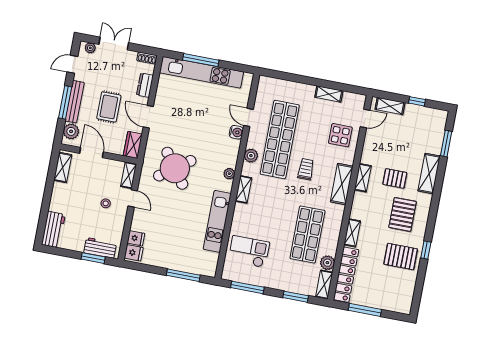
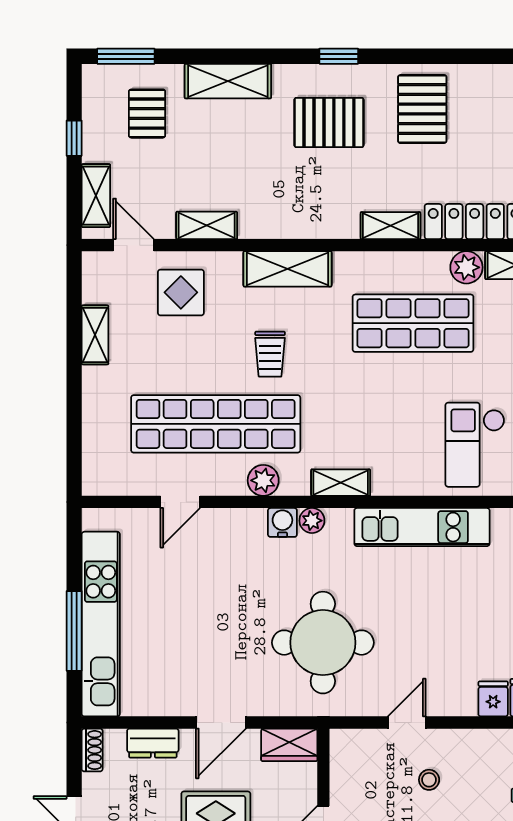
water cooler: (236, 132) -> (282, 522), moved
window: (446, 144) -> (126, 56), moved
round table: (175, 168) -> (323, 643), turned 36
trolley: (306, 169) -> (270, 354), turned -90
shelving: (129, 175) -> (358, 741), removed
shelving: (363, 178) -> (207, 225), moved
pallet: (395, 178) -> (147, 114), moved
window: (426, 250) -> (339, 56), moved

